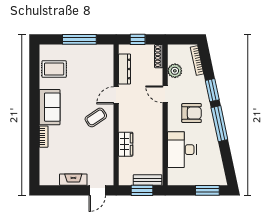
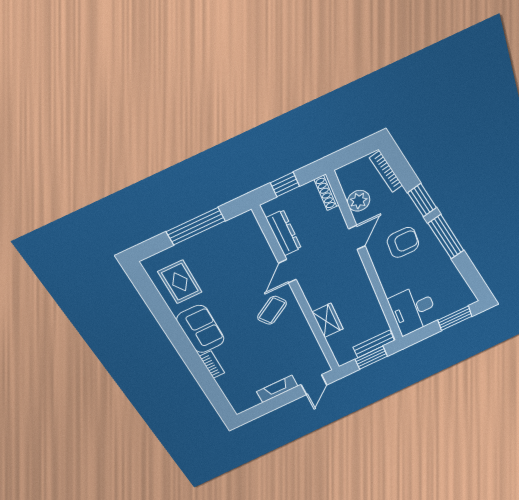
rug: (54, 69) -> (180, 282), turned 90
door: (165, 94) -> (357, 237), swing flipped
desk: (182, 150) -> (413, 310), moved

